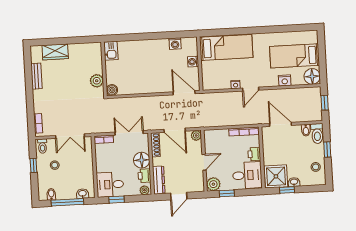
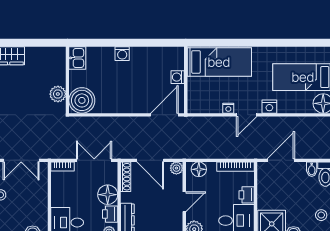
washing machine: (175, 44) -> (122, 54), moved
nightstand: (285, 80) -> (269, 107), moved
boiler: (112, 90) -> (82, 100), width x1.86, depth x1.86
door: (184, 93) -> (164, 115), hinge flipped
door: (280, 124) -> (281, 160), hinge flipped
floor lamp: (214, 135) -> (199, 169), added

